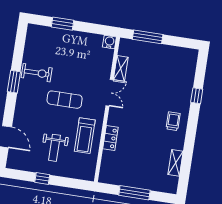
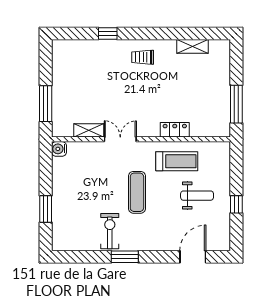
window: (134, 193) -> (236, 104), moved

